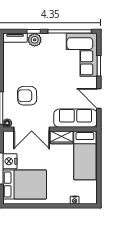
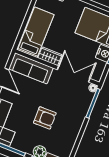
armchair: (27, 96) -> (45, 118), moved

